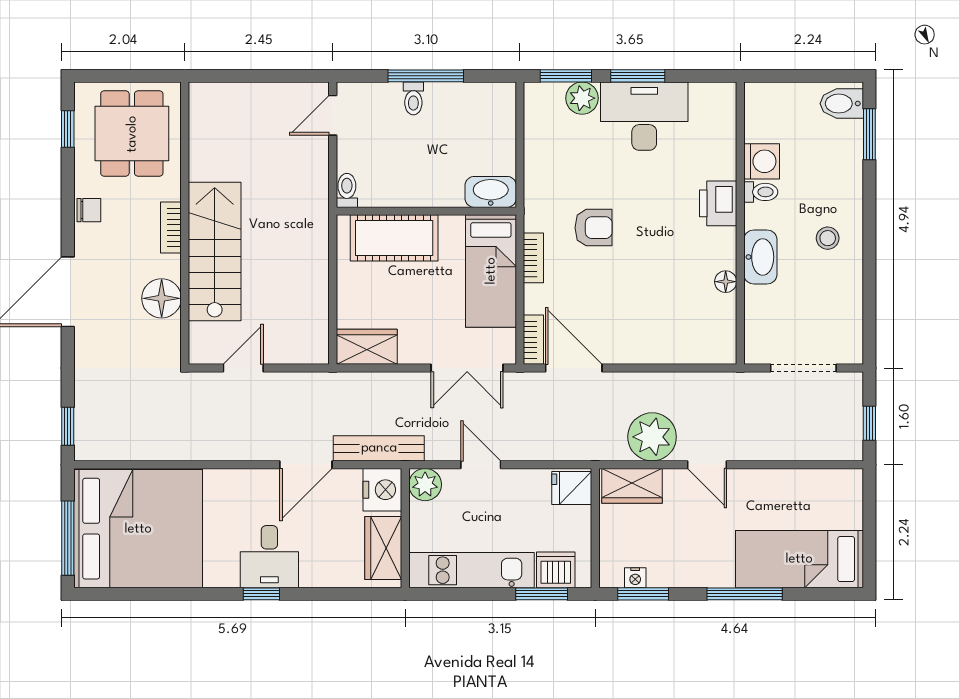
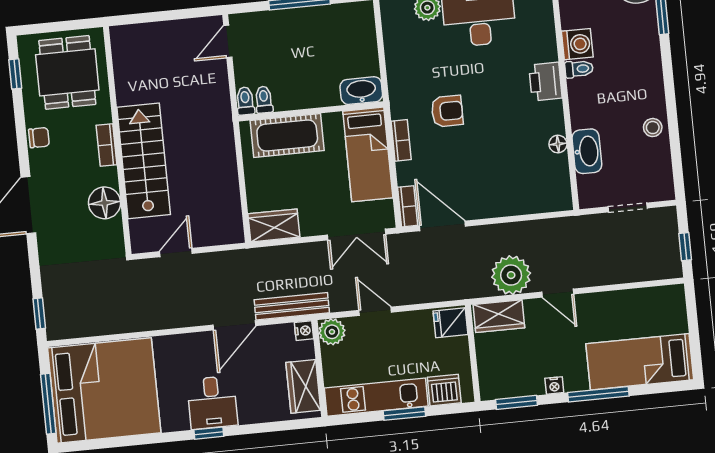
toilet: (413, 98) -> (264, 100), moved, turned 180
stool: (828, 238) -> (653, 128), moved
washbasin: (760, 257) -> (587, 151), moved
doorway: (803, 368) -> (628, 207), width x0.73
nightstand: (382, 490) -> (304, 331), width x0.53, depth x0.56
nightstand: (635, 578) -> (554, 385), moved
window: (542, 594) -> (404, 414), moved

